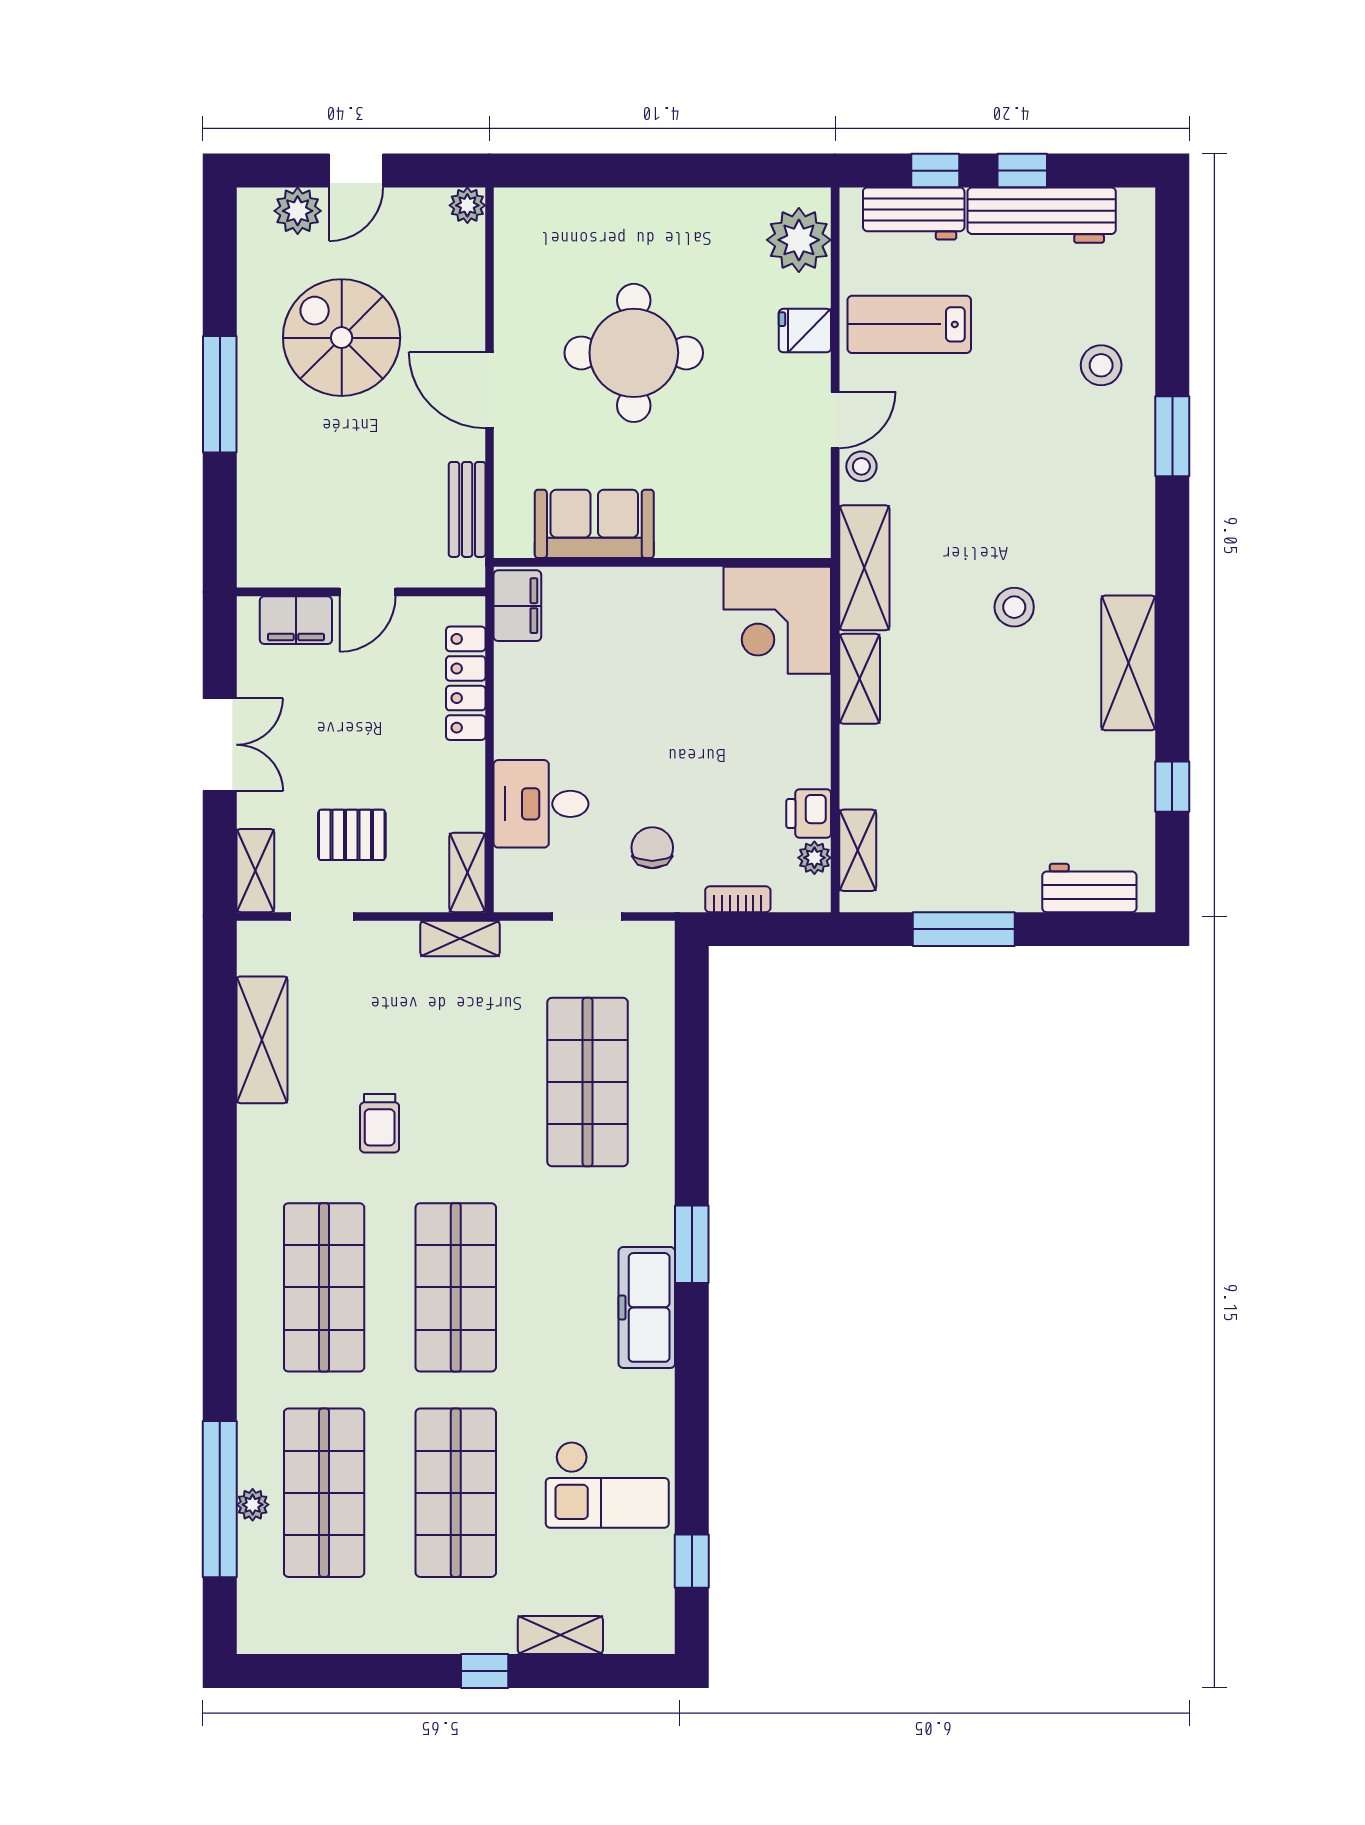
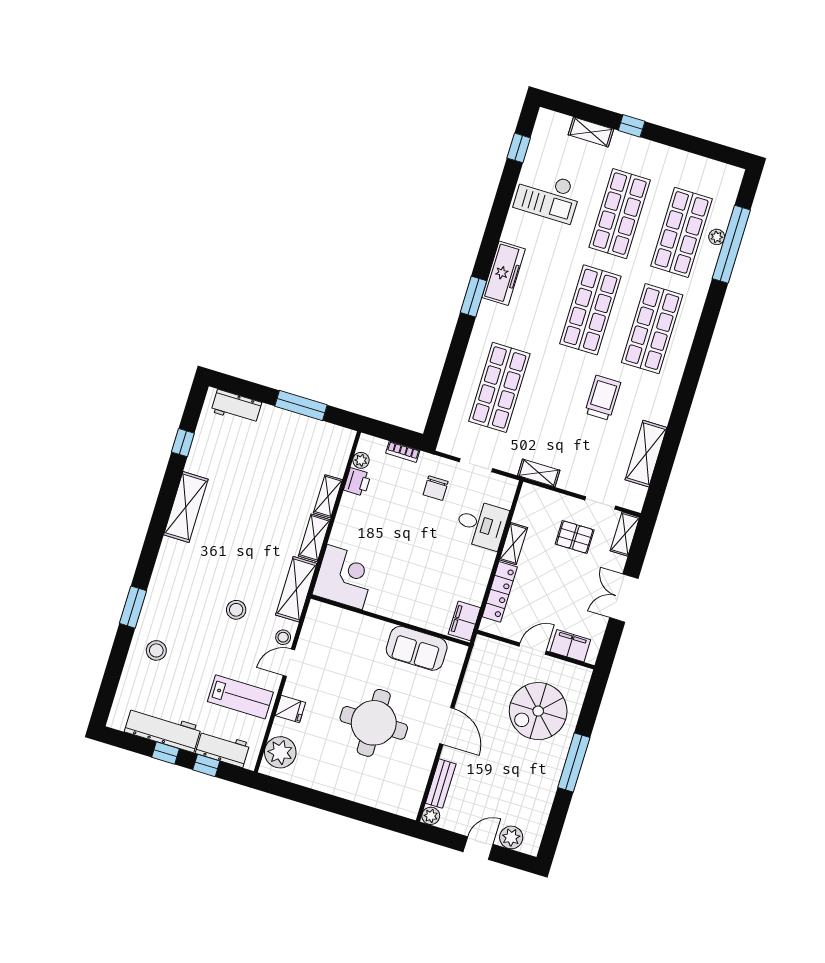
spiral stairs: (342, 338) -> (538, 711), moved, turned 90
bench: (467, 509) -> (441, 784), moved
stool: (1014, 607) -> (236, 610), moved
shelving: (858, 850) -> (328, 496), moved
shelving: (467, 872) -> (513, 544), moved
trolley: (380, 1123) -> (603, 398), width x1.36, depth x1.39
checkout: (607, 1485) -> (547, 196), turned 180

